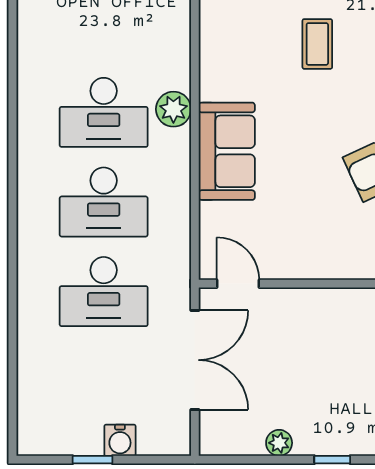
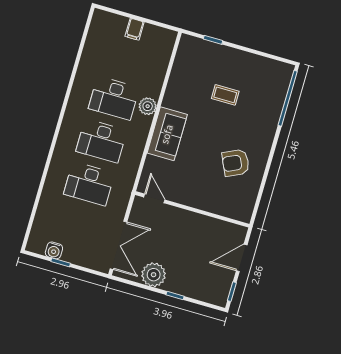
coffee table: (317, 44) -> (225, 95), turned 90
double door: (195, 360) -> (118, 245), moved
water cooler: (120, 440) -> (54, 250), moved
plant: (279, 443) -> (154, 275), width x1.88, depth x1.88

